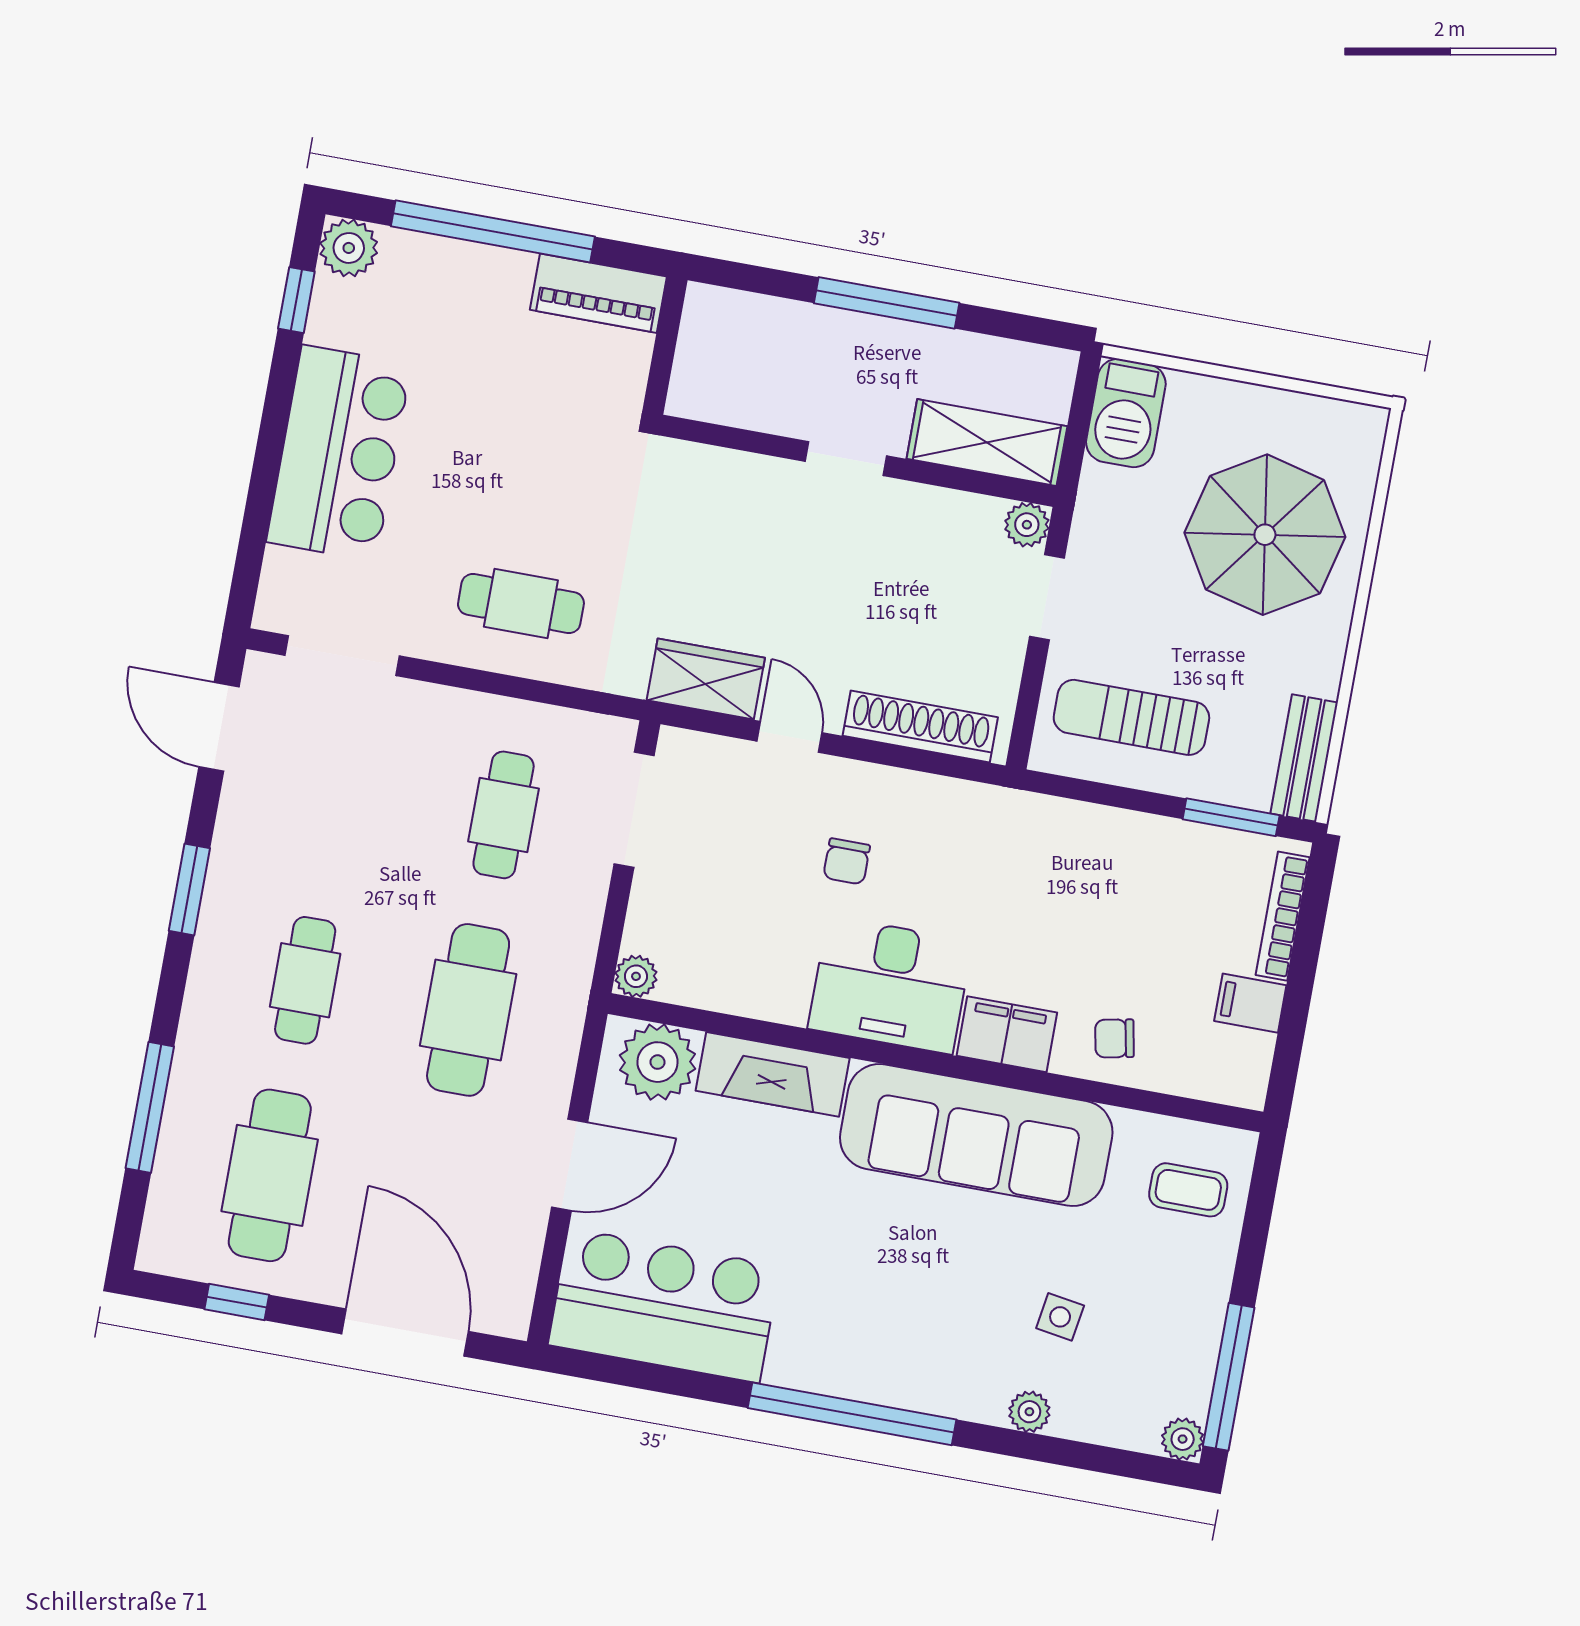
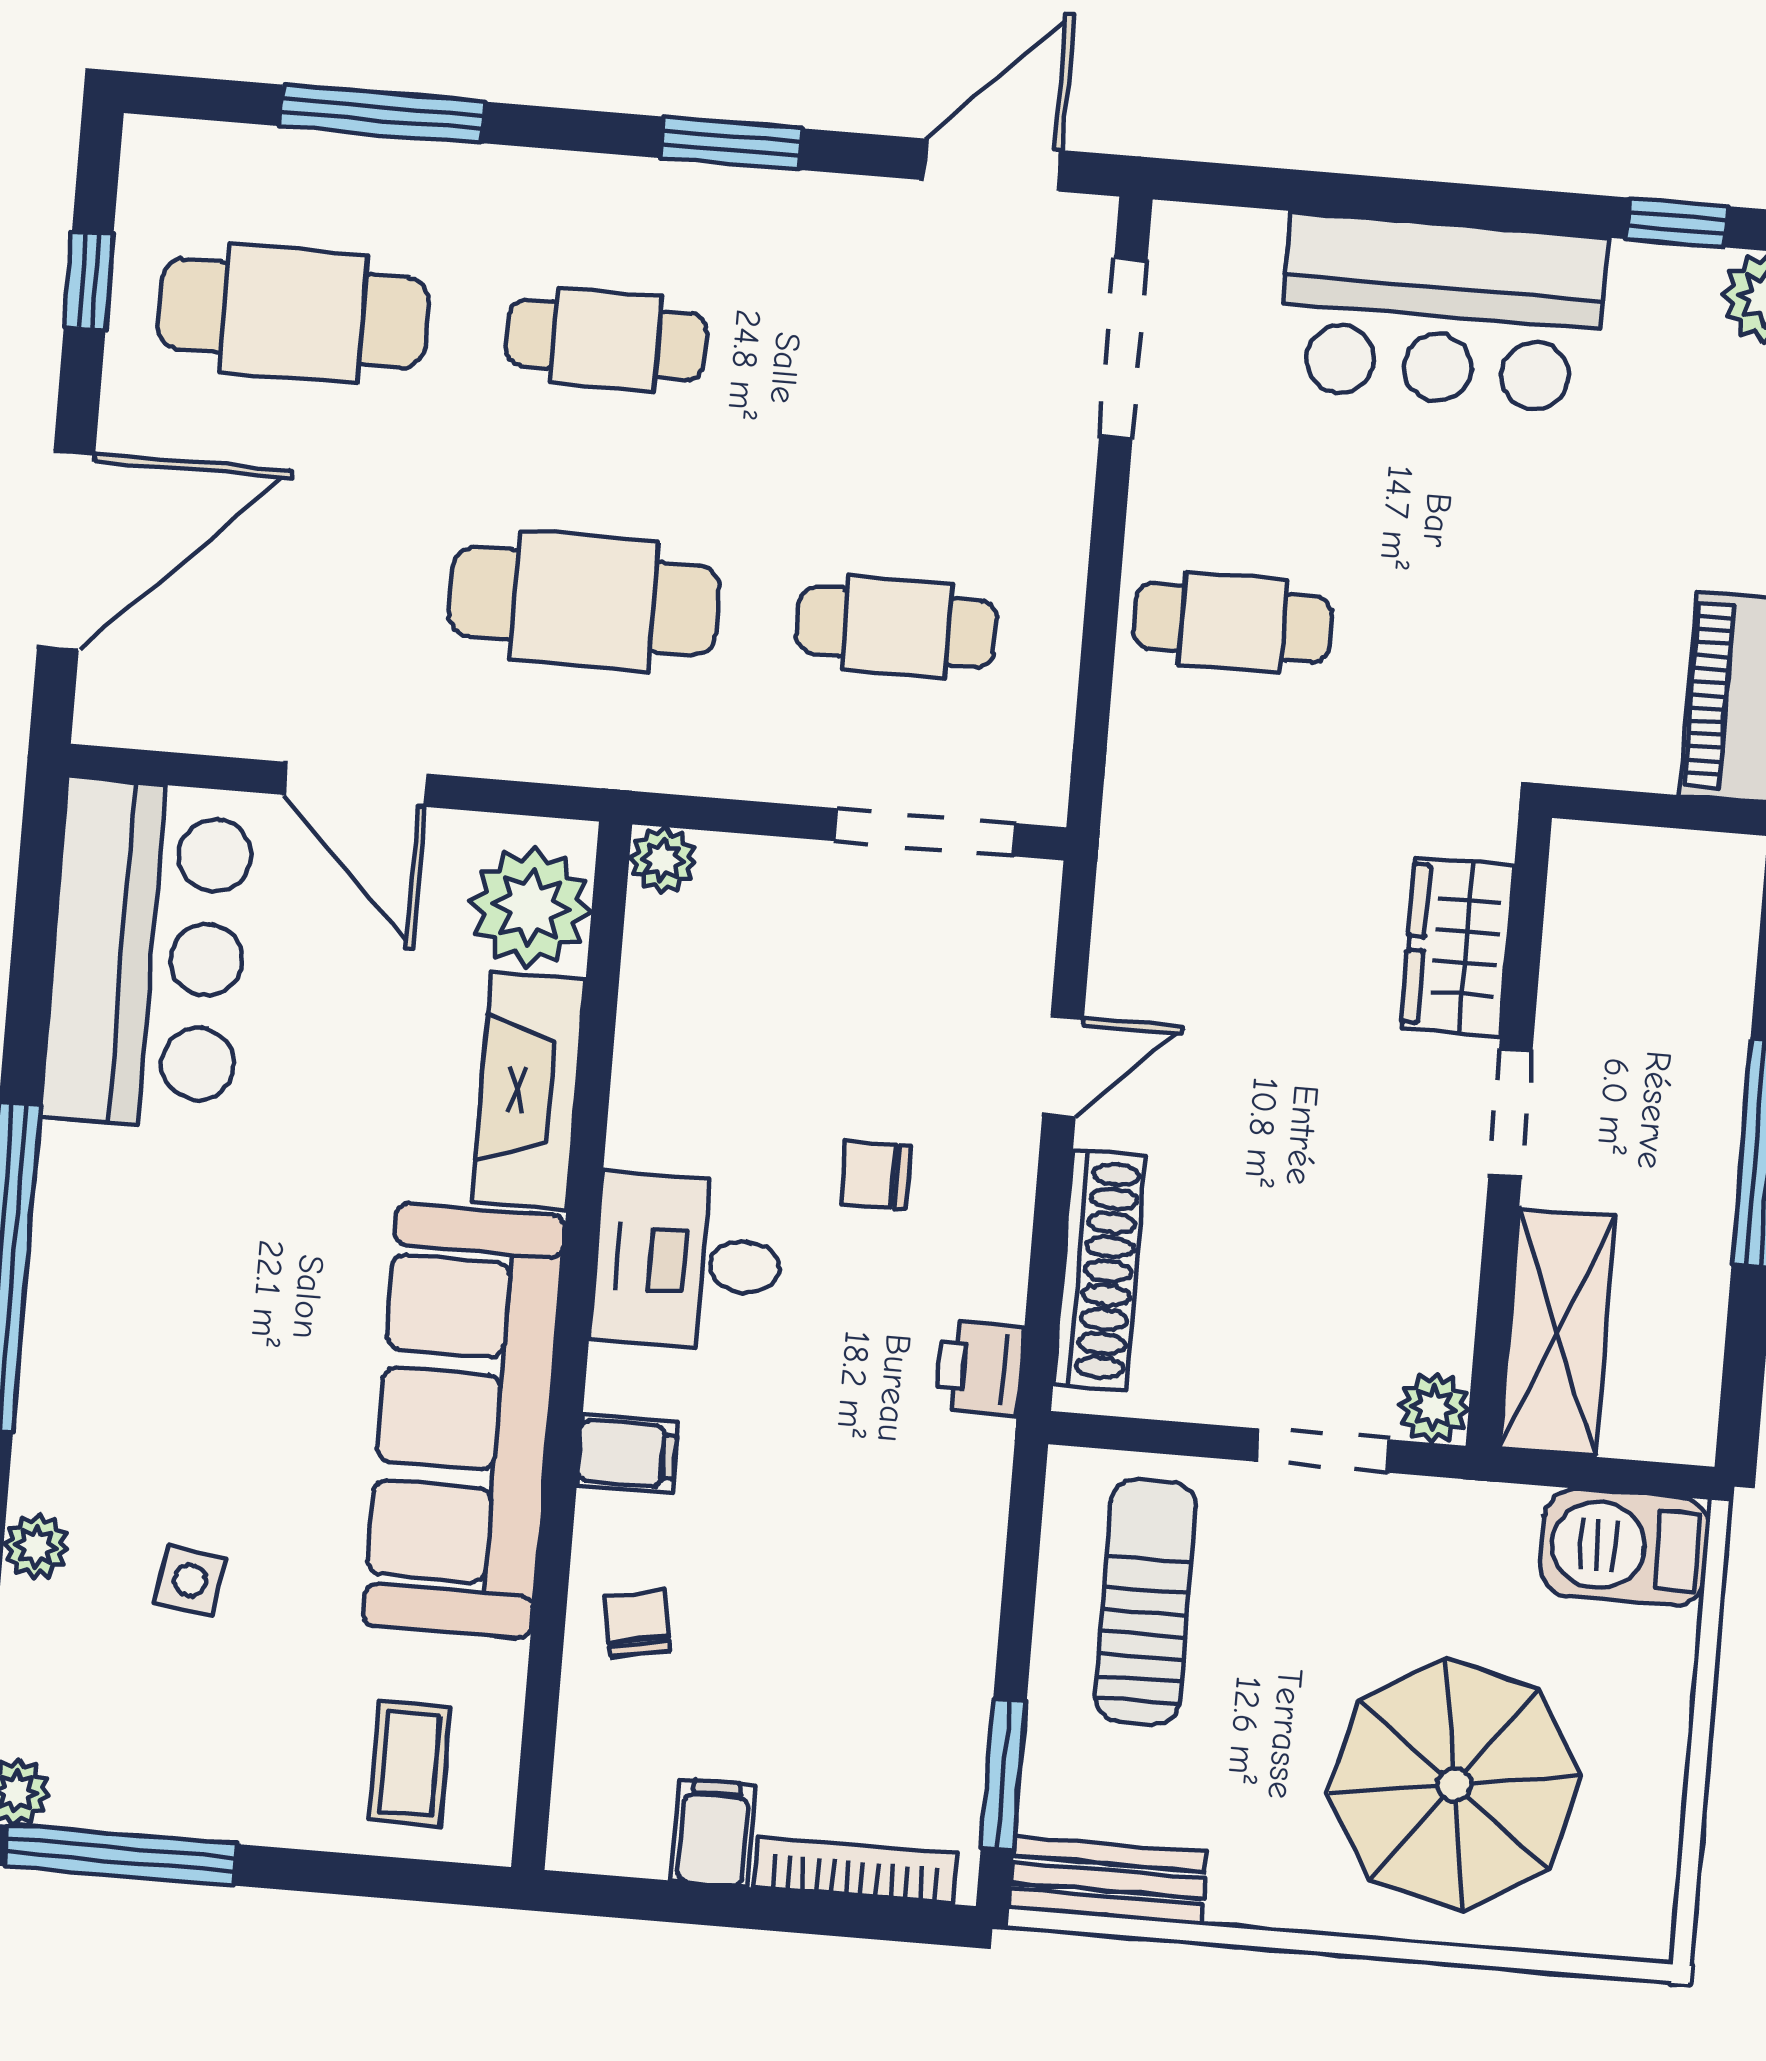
cafe table: (521, 604) -> (1233, 622), turned 90
wardrobe: (706, 679) -> (1458, 947), moved, turned 180
printer: (974, 807) -> (980, 1368), added
desk: (890, 985) -> (687, 1262), width x0.73
filing cabinet: (1007, 1034) -> (628, 1454), width x0.50

